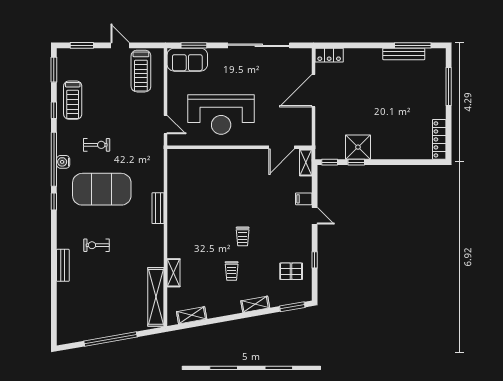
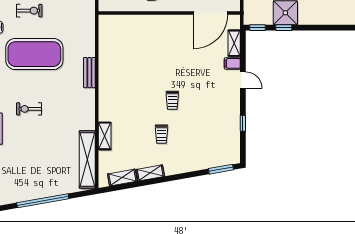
door: (282, 147) -> (211, 13), width x1.36
shelving: (306, 162) -> (234, 43), moved
pallet: (291, 271) -> (220, 134), removed
shelving: (255, 304) -> (150, 173), moved

